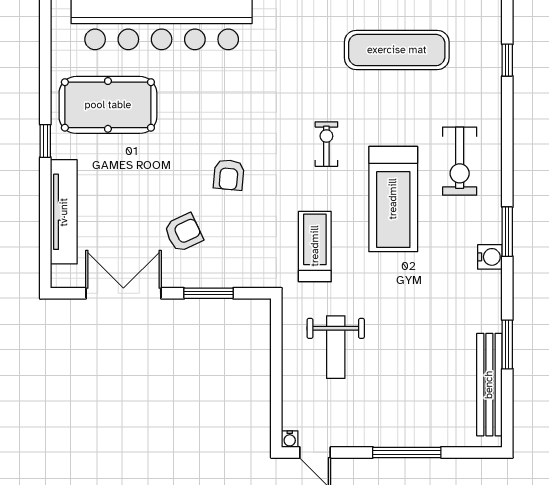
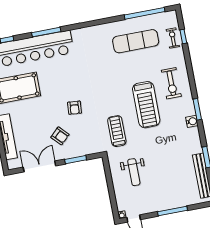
exercise bike: (326, 144) -> (173, 38), moved
armchair: (183, 233) -> (60, 136), turned 71

